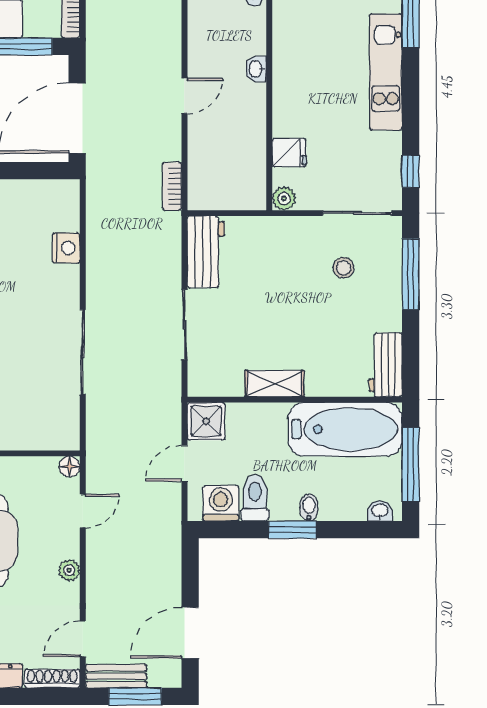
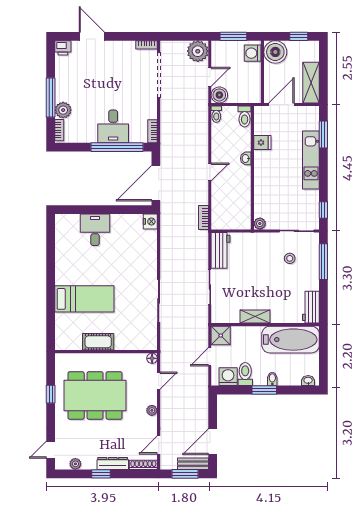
fridge: (289, 153) -> (262, 143), moved
nightstand: (66, 248) -> (150, 221), moved
window: (411, 465) -> (323, 357), removed
bench: (116, 676) -> (193, 464), moved

